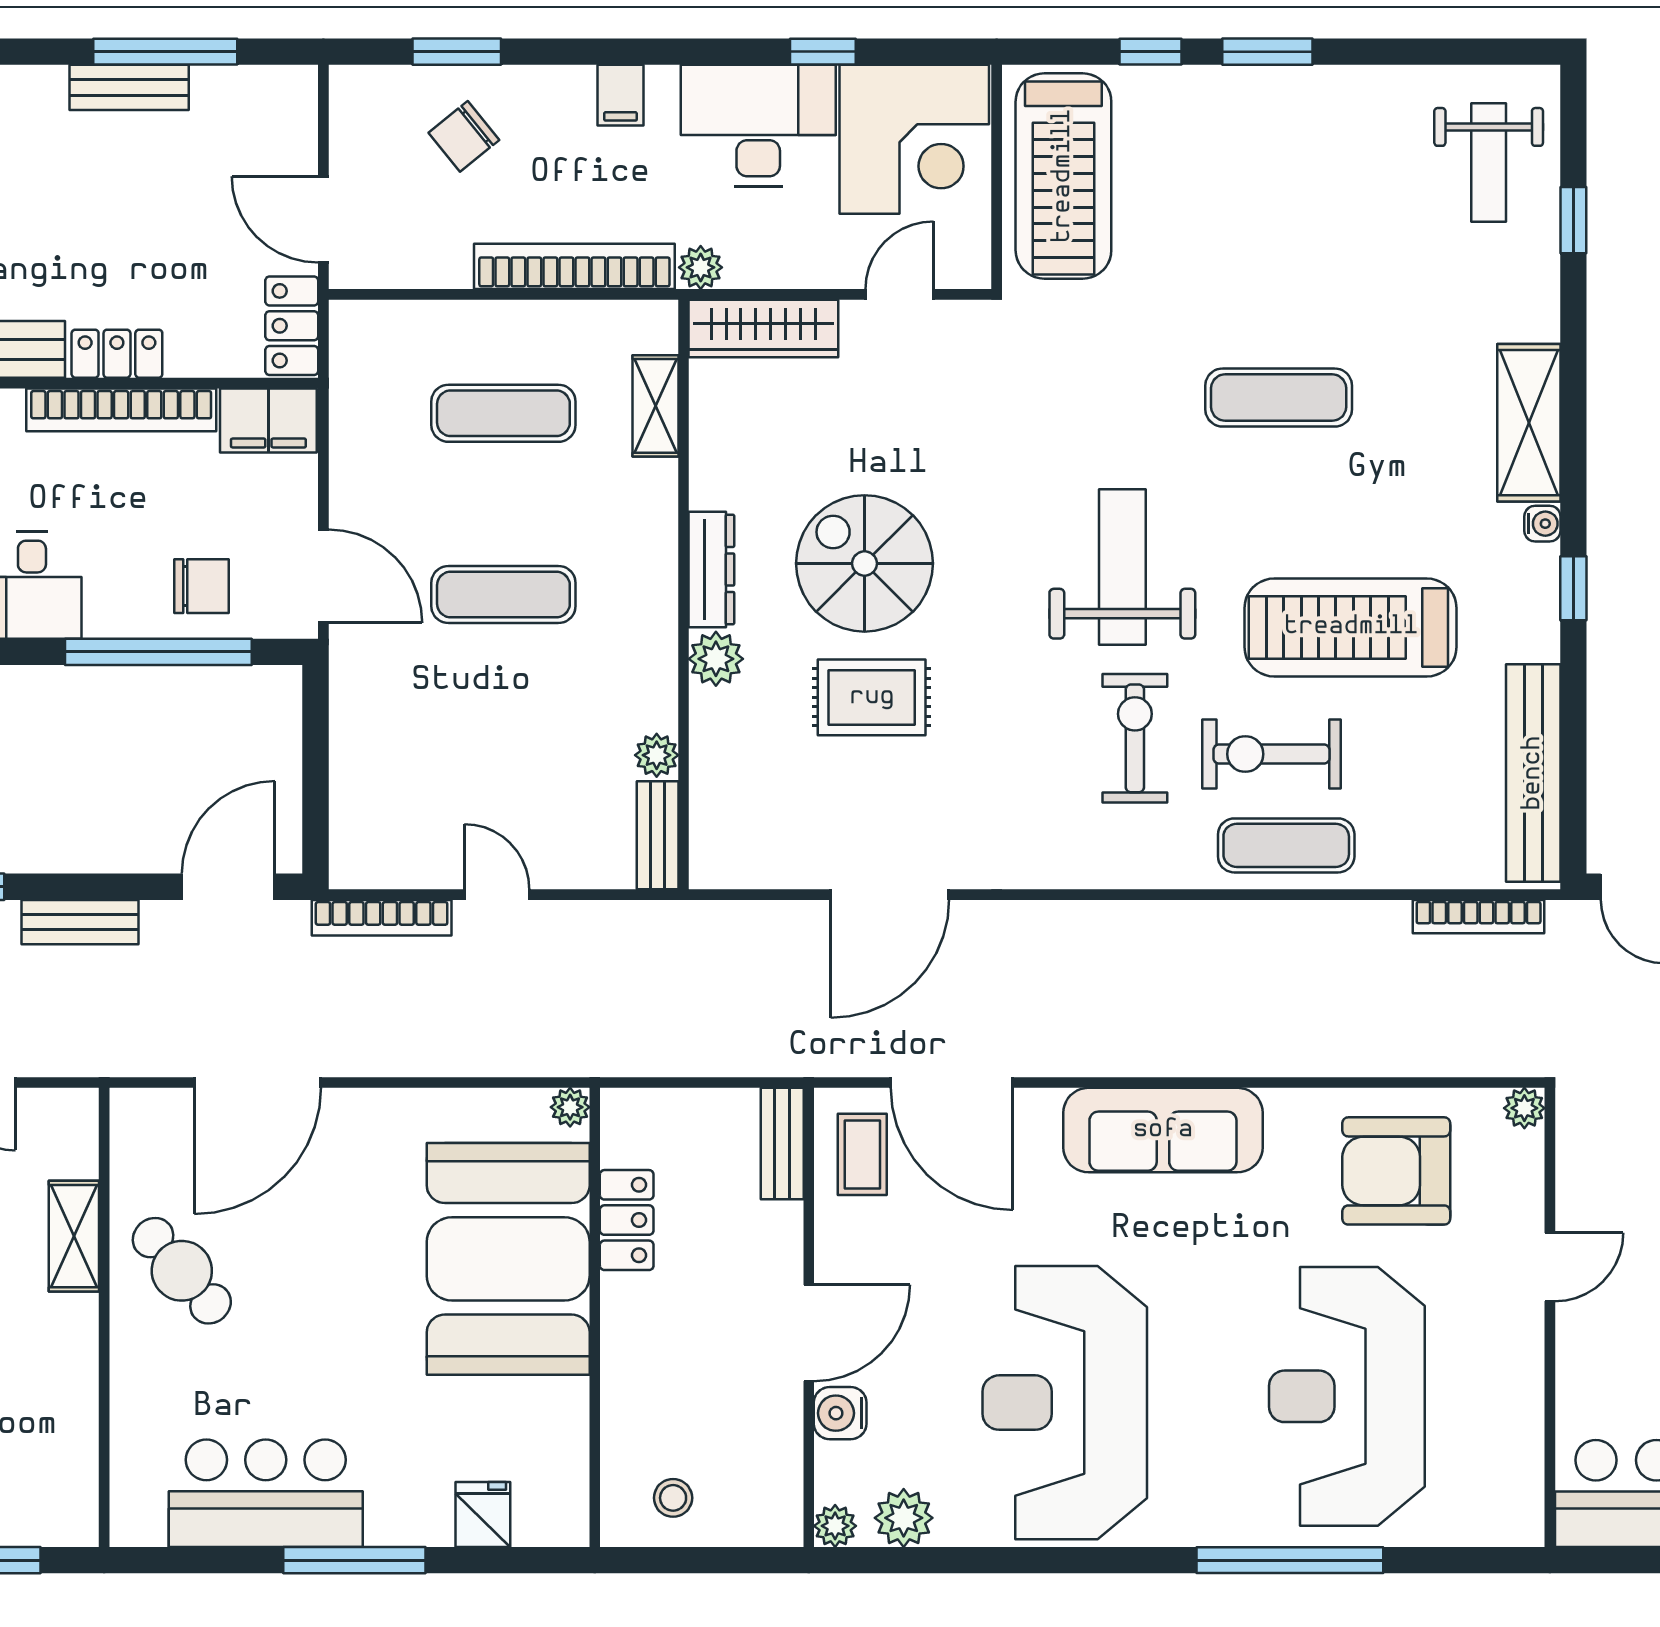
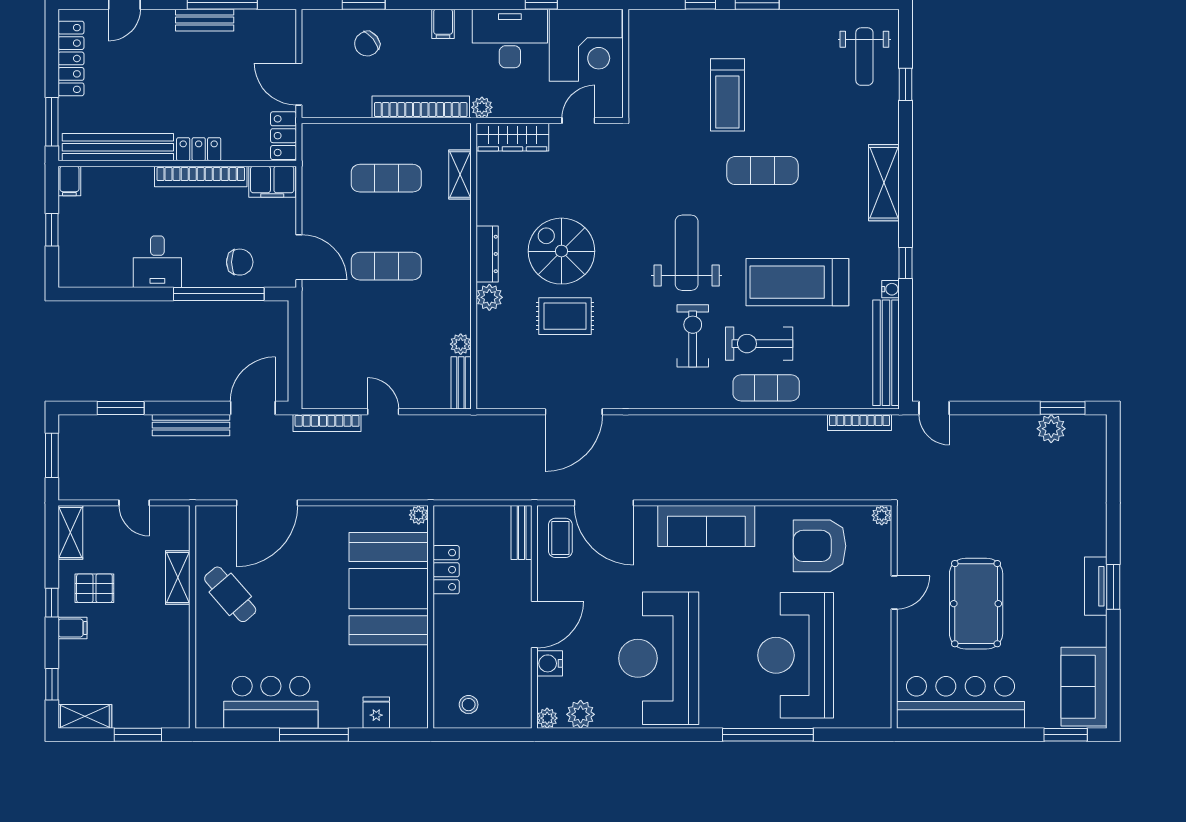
treadmill: (1063, 176) -> (727, 95), moved, width x0.73, depth x0.73
water cooler: (1542, 524) -> (890, 289), moved
bench: (80, 922) -> (191, 425), width x1.36

